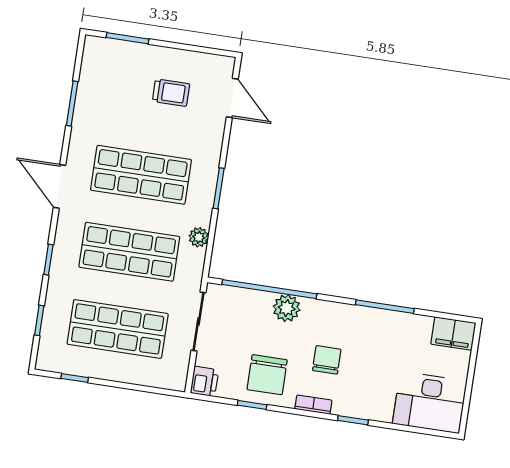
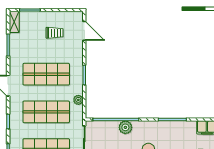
shelving: (92, 58) -> (14, 22), added

